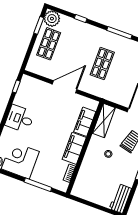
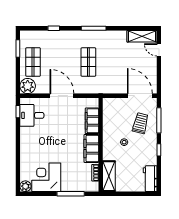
plant: (52, 19) -> (28, 86), moved
door: (65, 87) -> (62, 96), hinge flipped
desk: (20, 119) -> (32, 115), moved
shelving: (104, 121) -> (109, 176), moved

